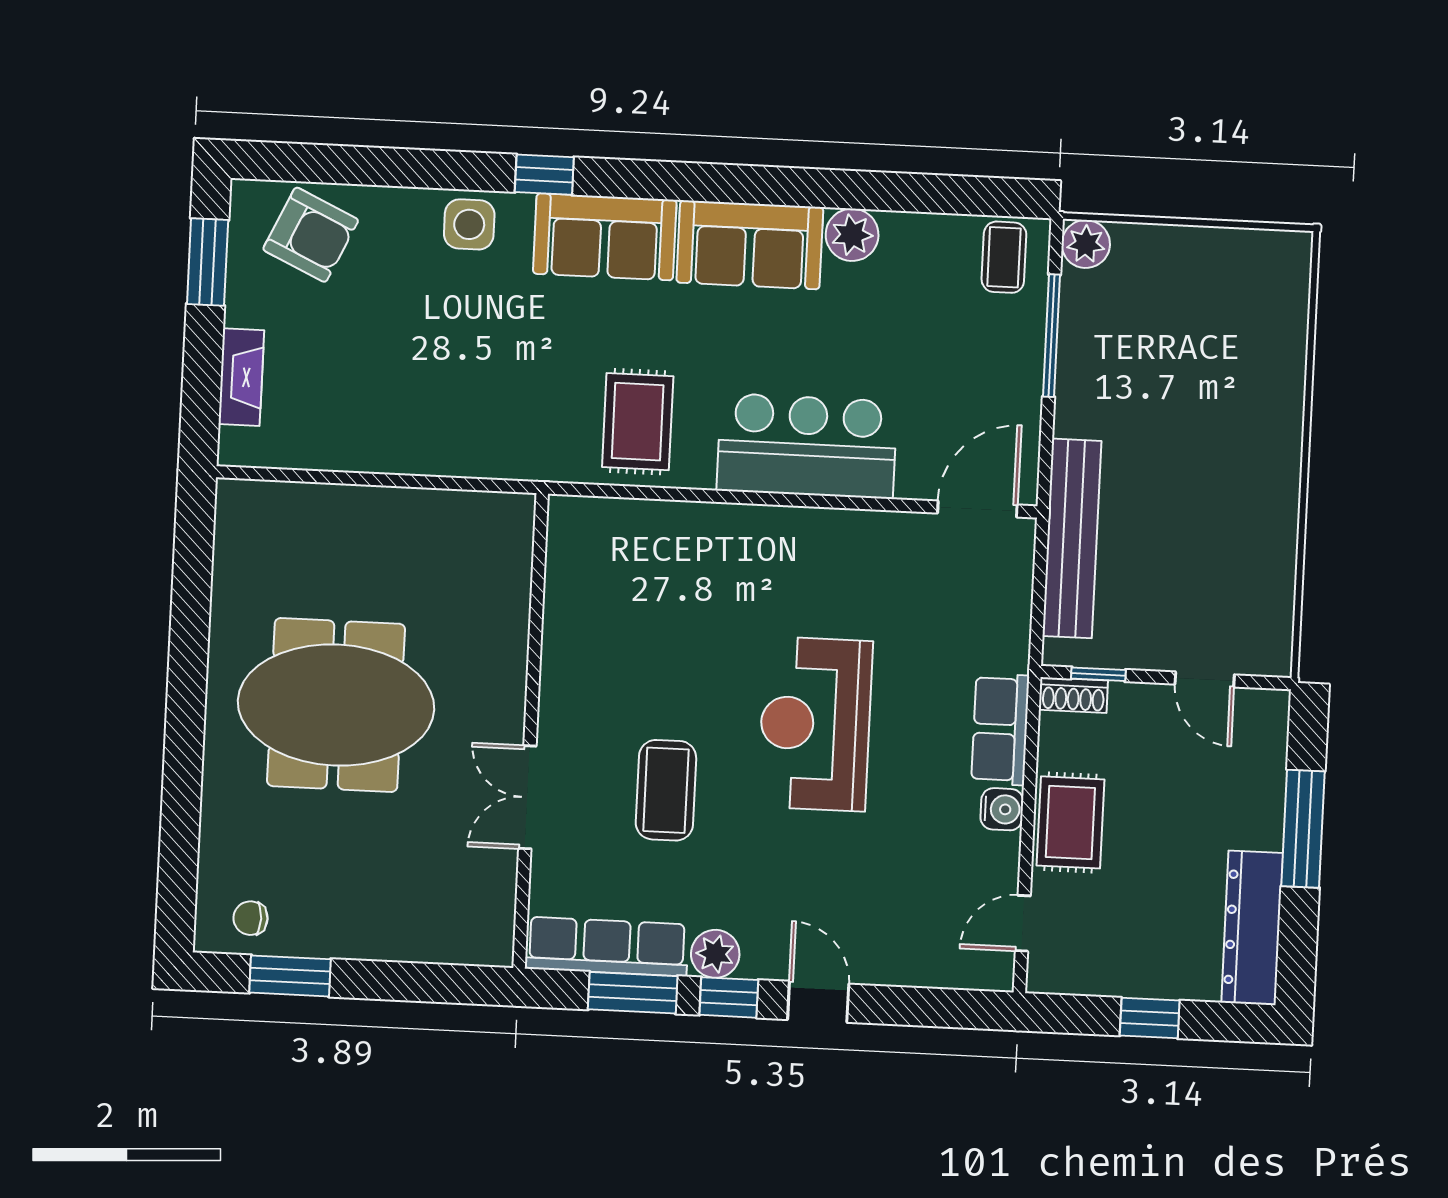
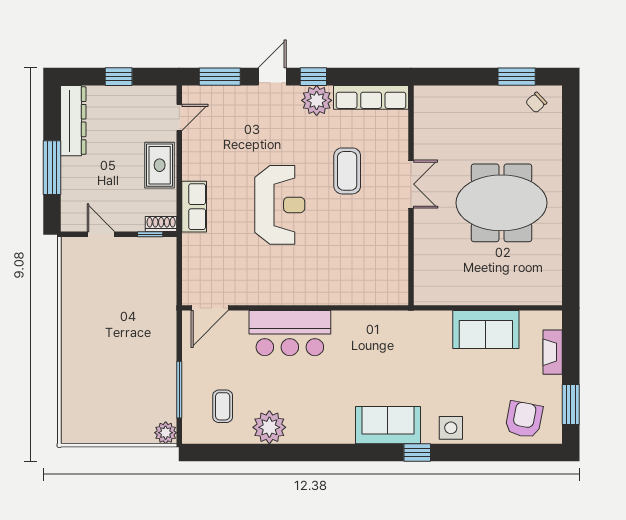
armchair: (311, 235) -> (524, 419), turned 76
plant: (852, 235) -> (269, 427), width x1.36, depth x1.36
sofa: (750, 245) -> (486, 330), moved, turned 180
coffee table: (1004, 257) -> (223, 406), moved
rug: (638, 422) -> (369, 341), removed
bench: (1072, 538) -> (165, 296), removed
double door: (527, 797) -> (411, 184), moved
water cooler: (1002, 809) -> (192, 170), removed
chair: (250, 918) -> (536, 102), turned 137
plant: (715, 954) -> (317, 100), width x1.36, depth x1.36
window: (633, 993) -> (220, 77), moved
door: (818, 1002) -> (272, 77), swing flipped

